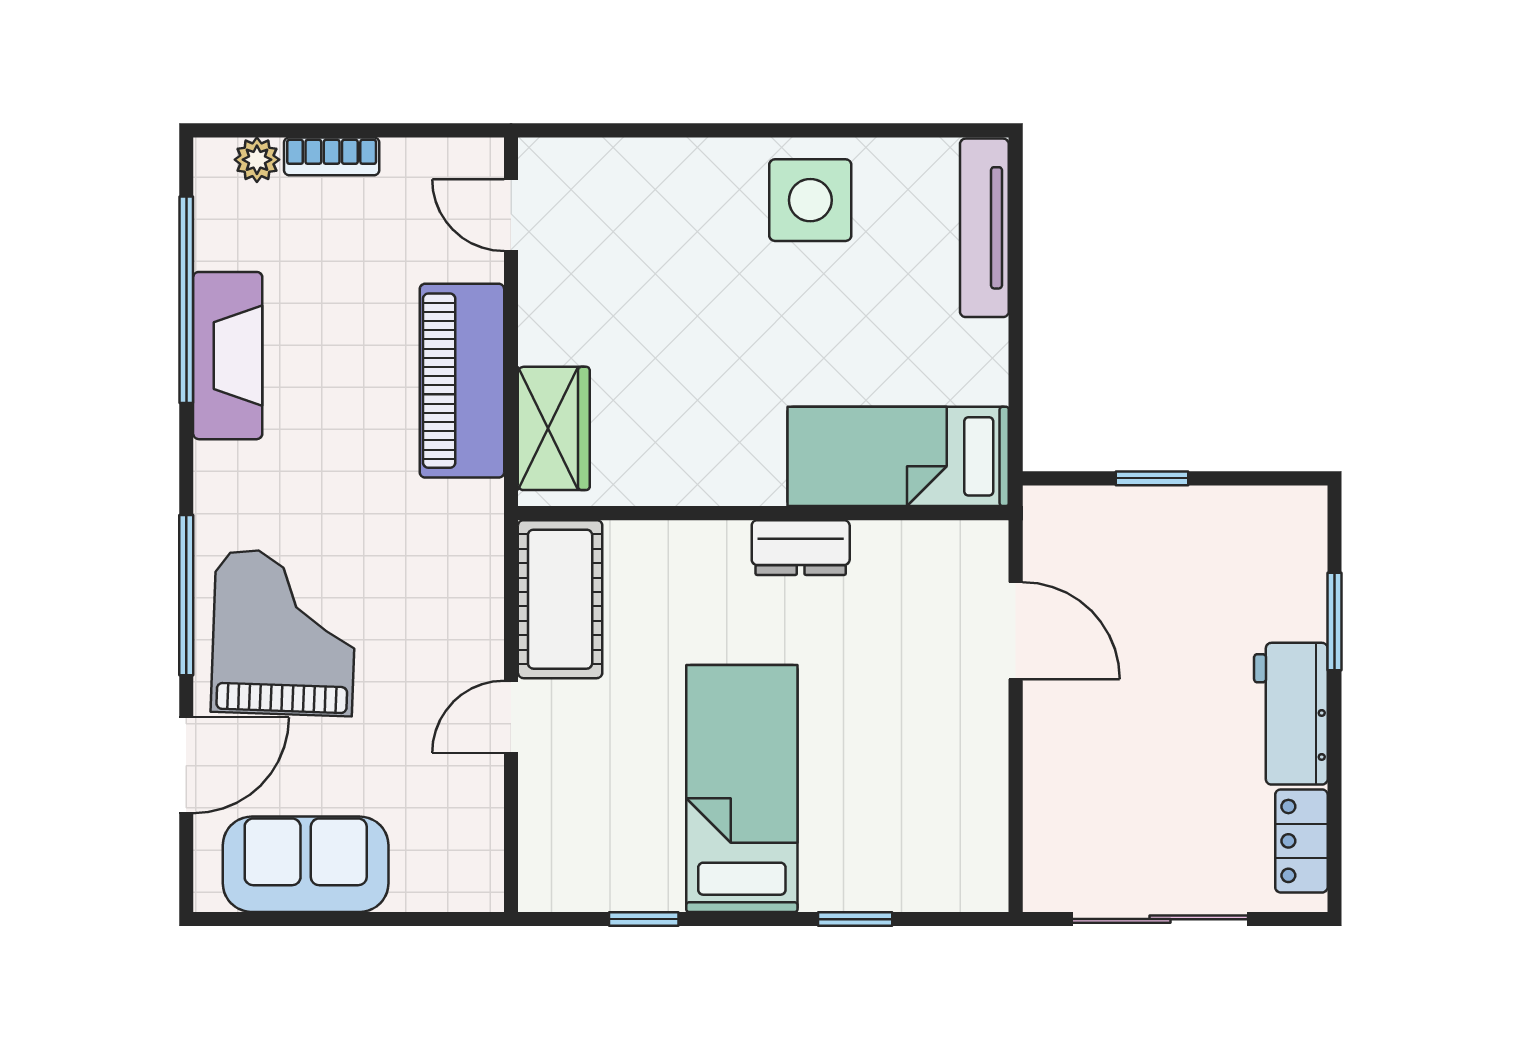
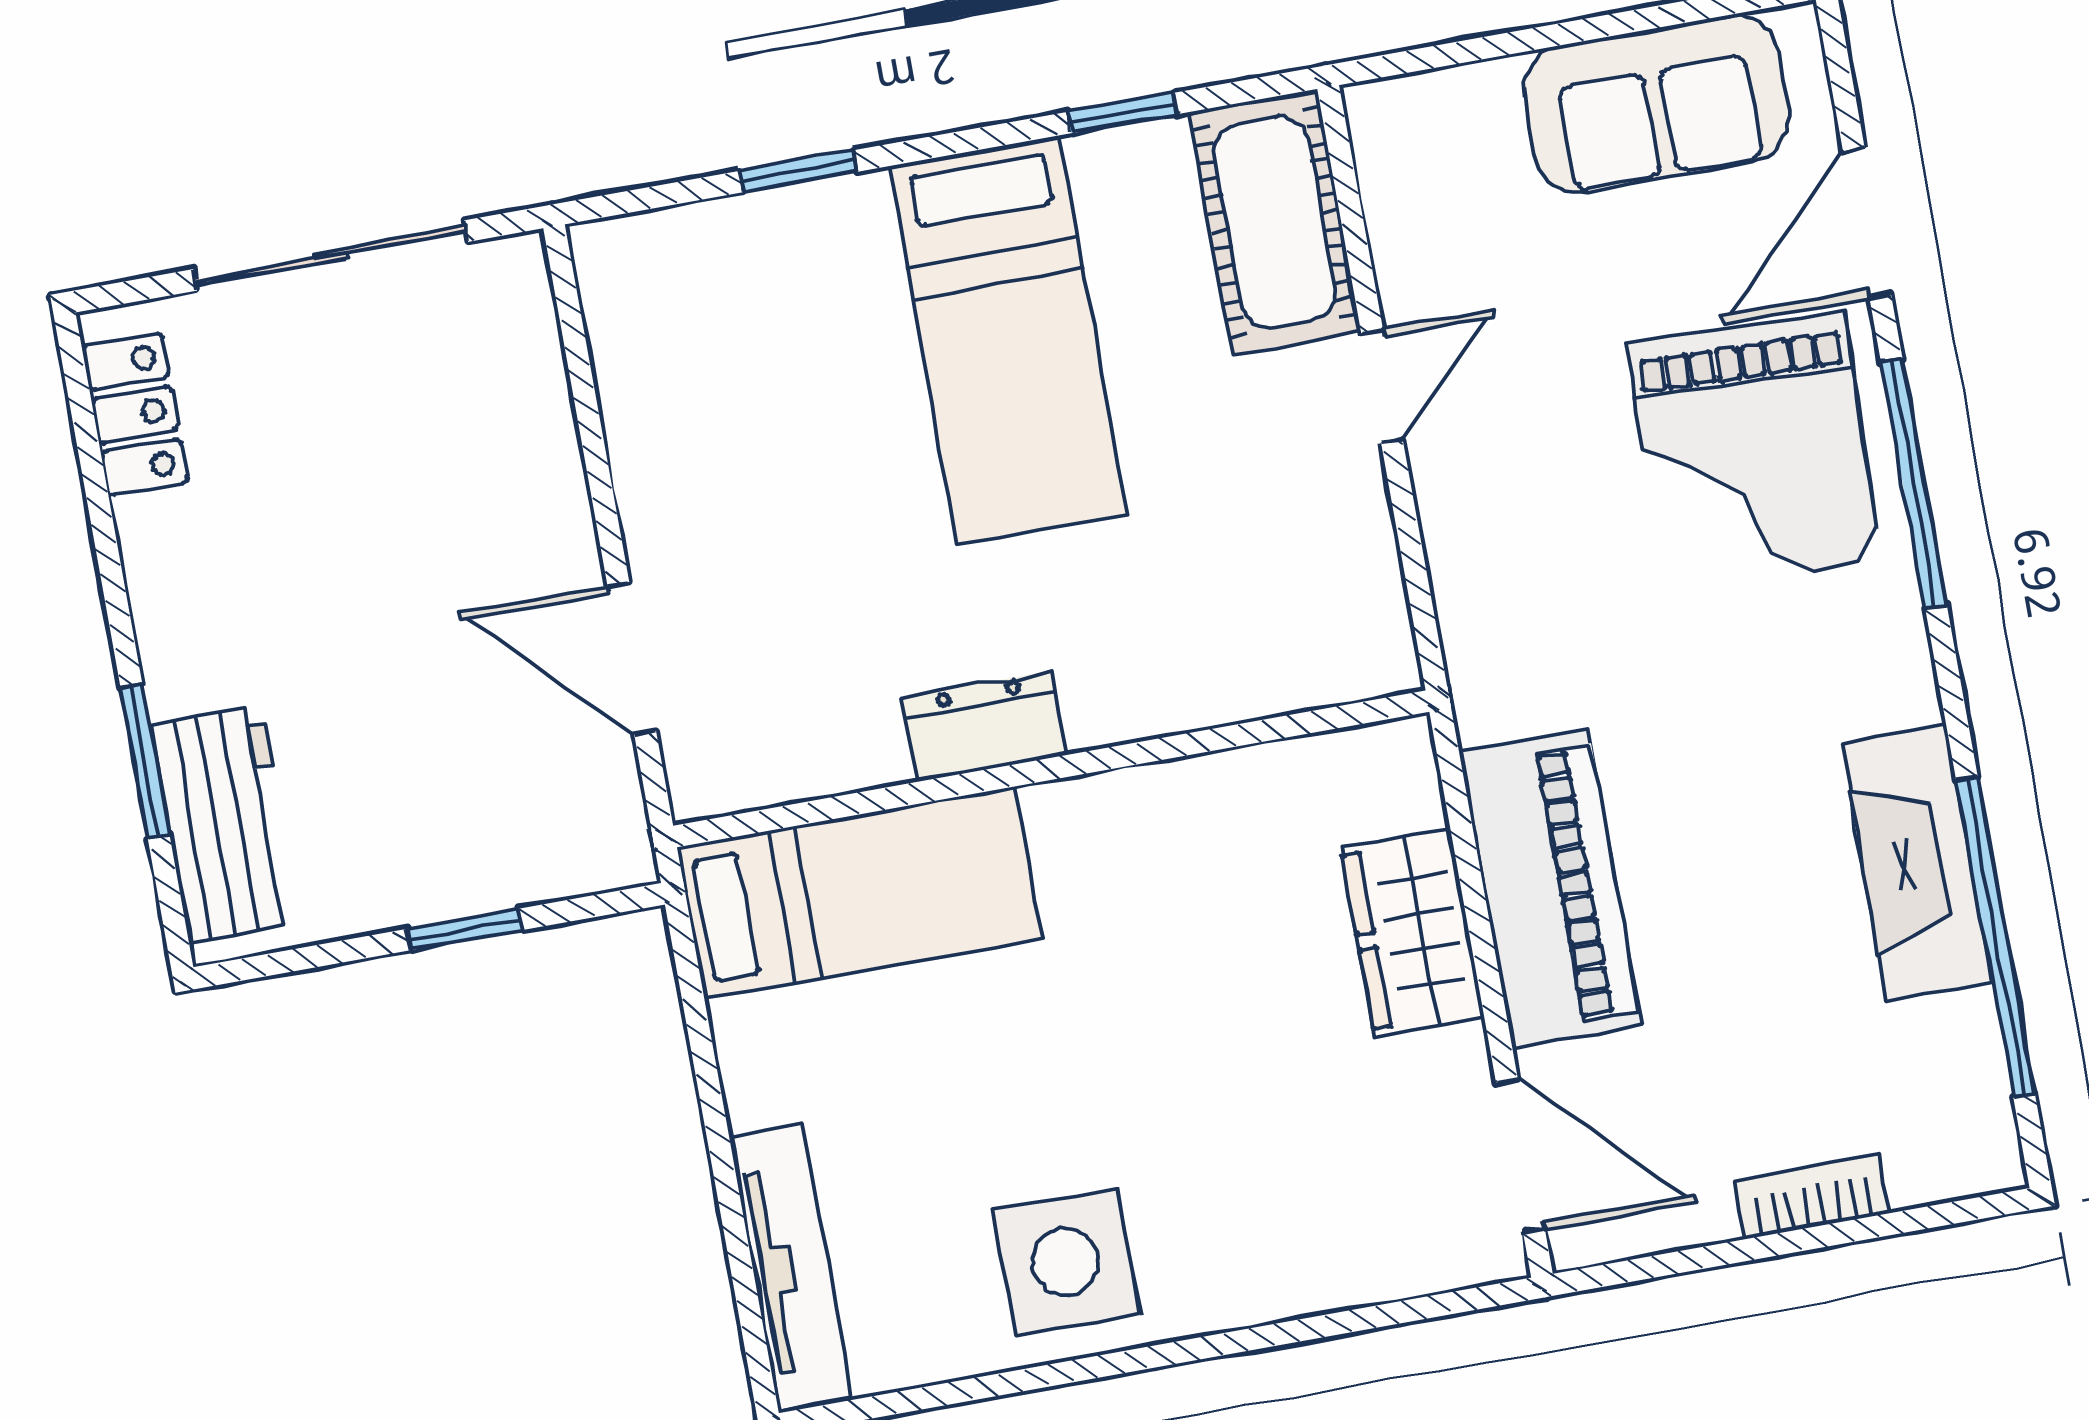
plant: (257, 160) -> (1926, 1171), removed
door: (511, 215) -> (1520, 1156), width x1.37
wardrobe: (554, 428) -> (1413, 933), moved
cot: (560, 599) -> (1275, 222), moved
workbench: (1291, 714) -> (225, 824), moved

